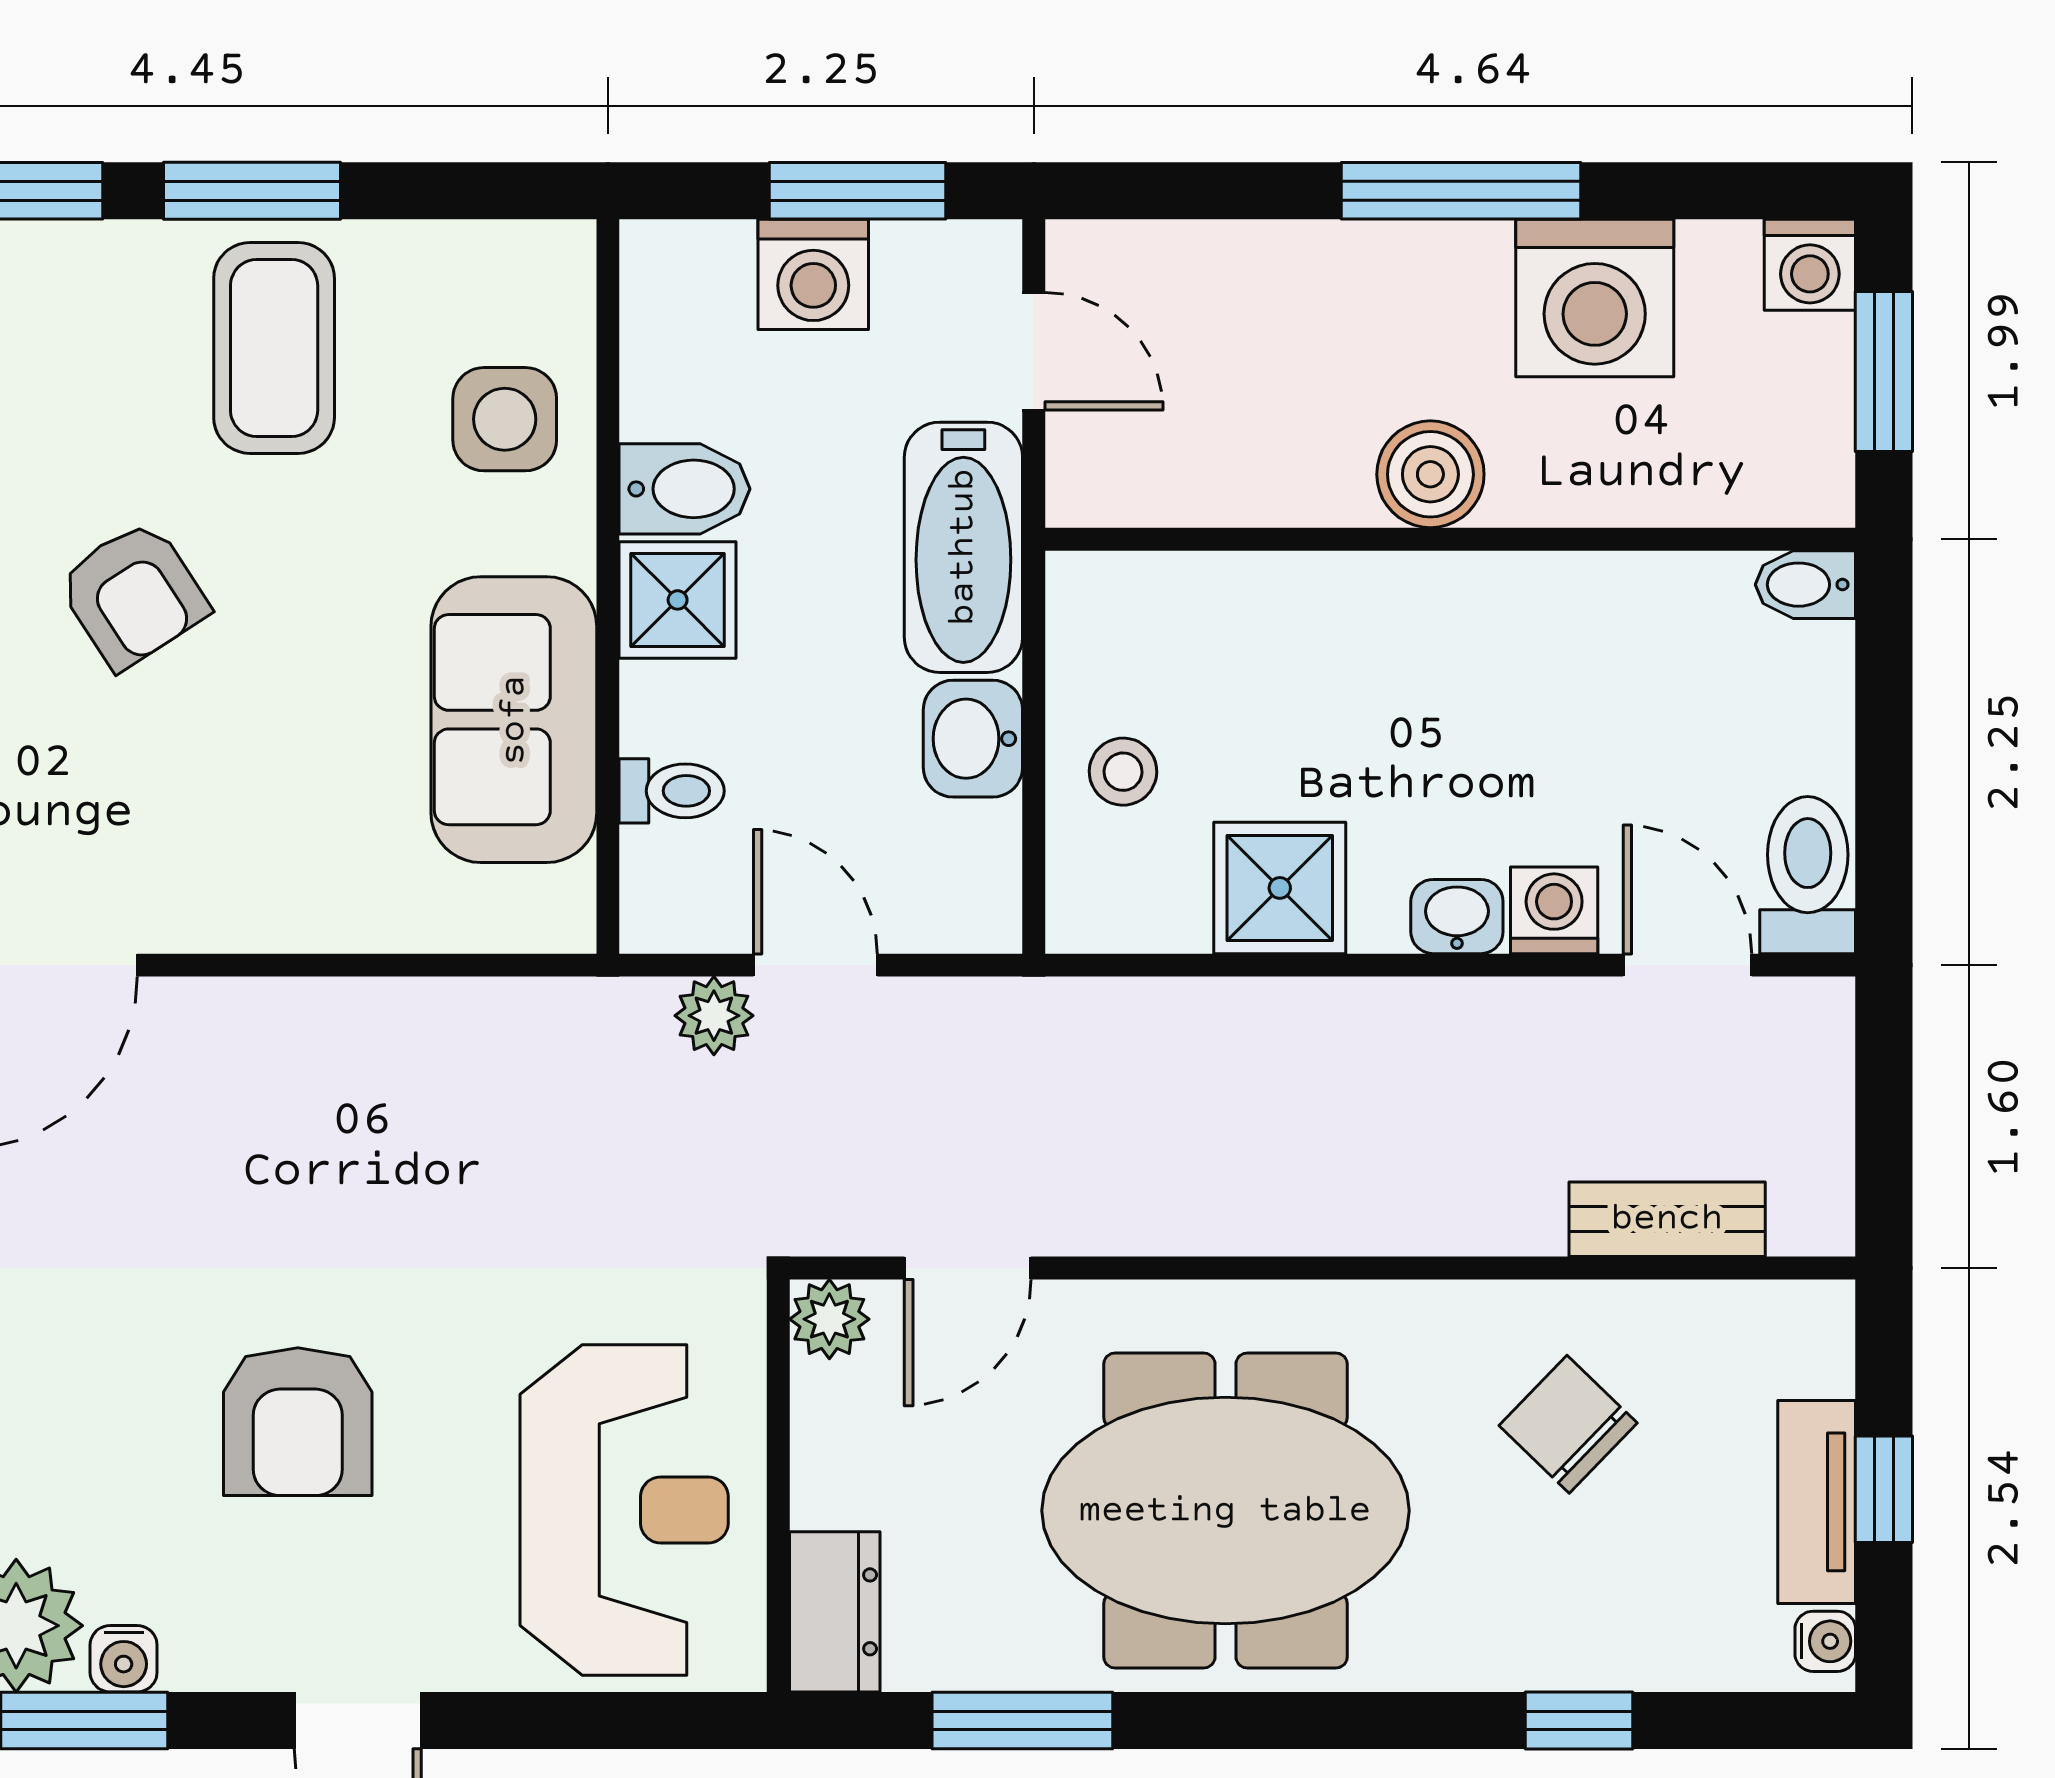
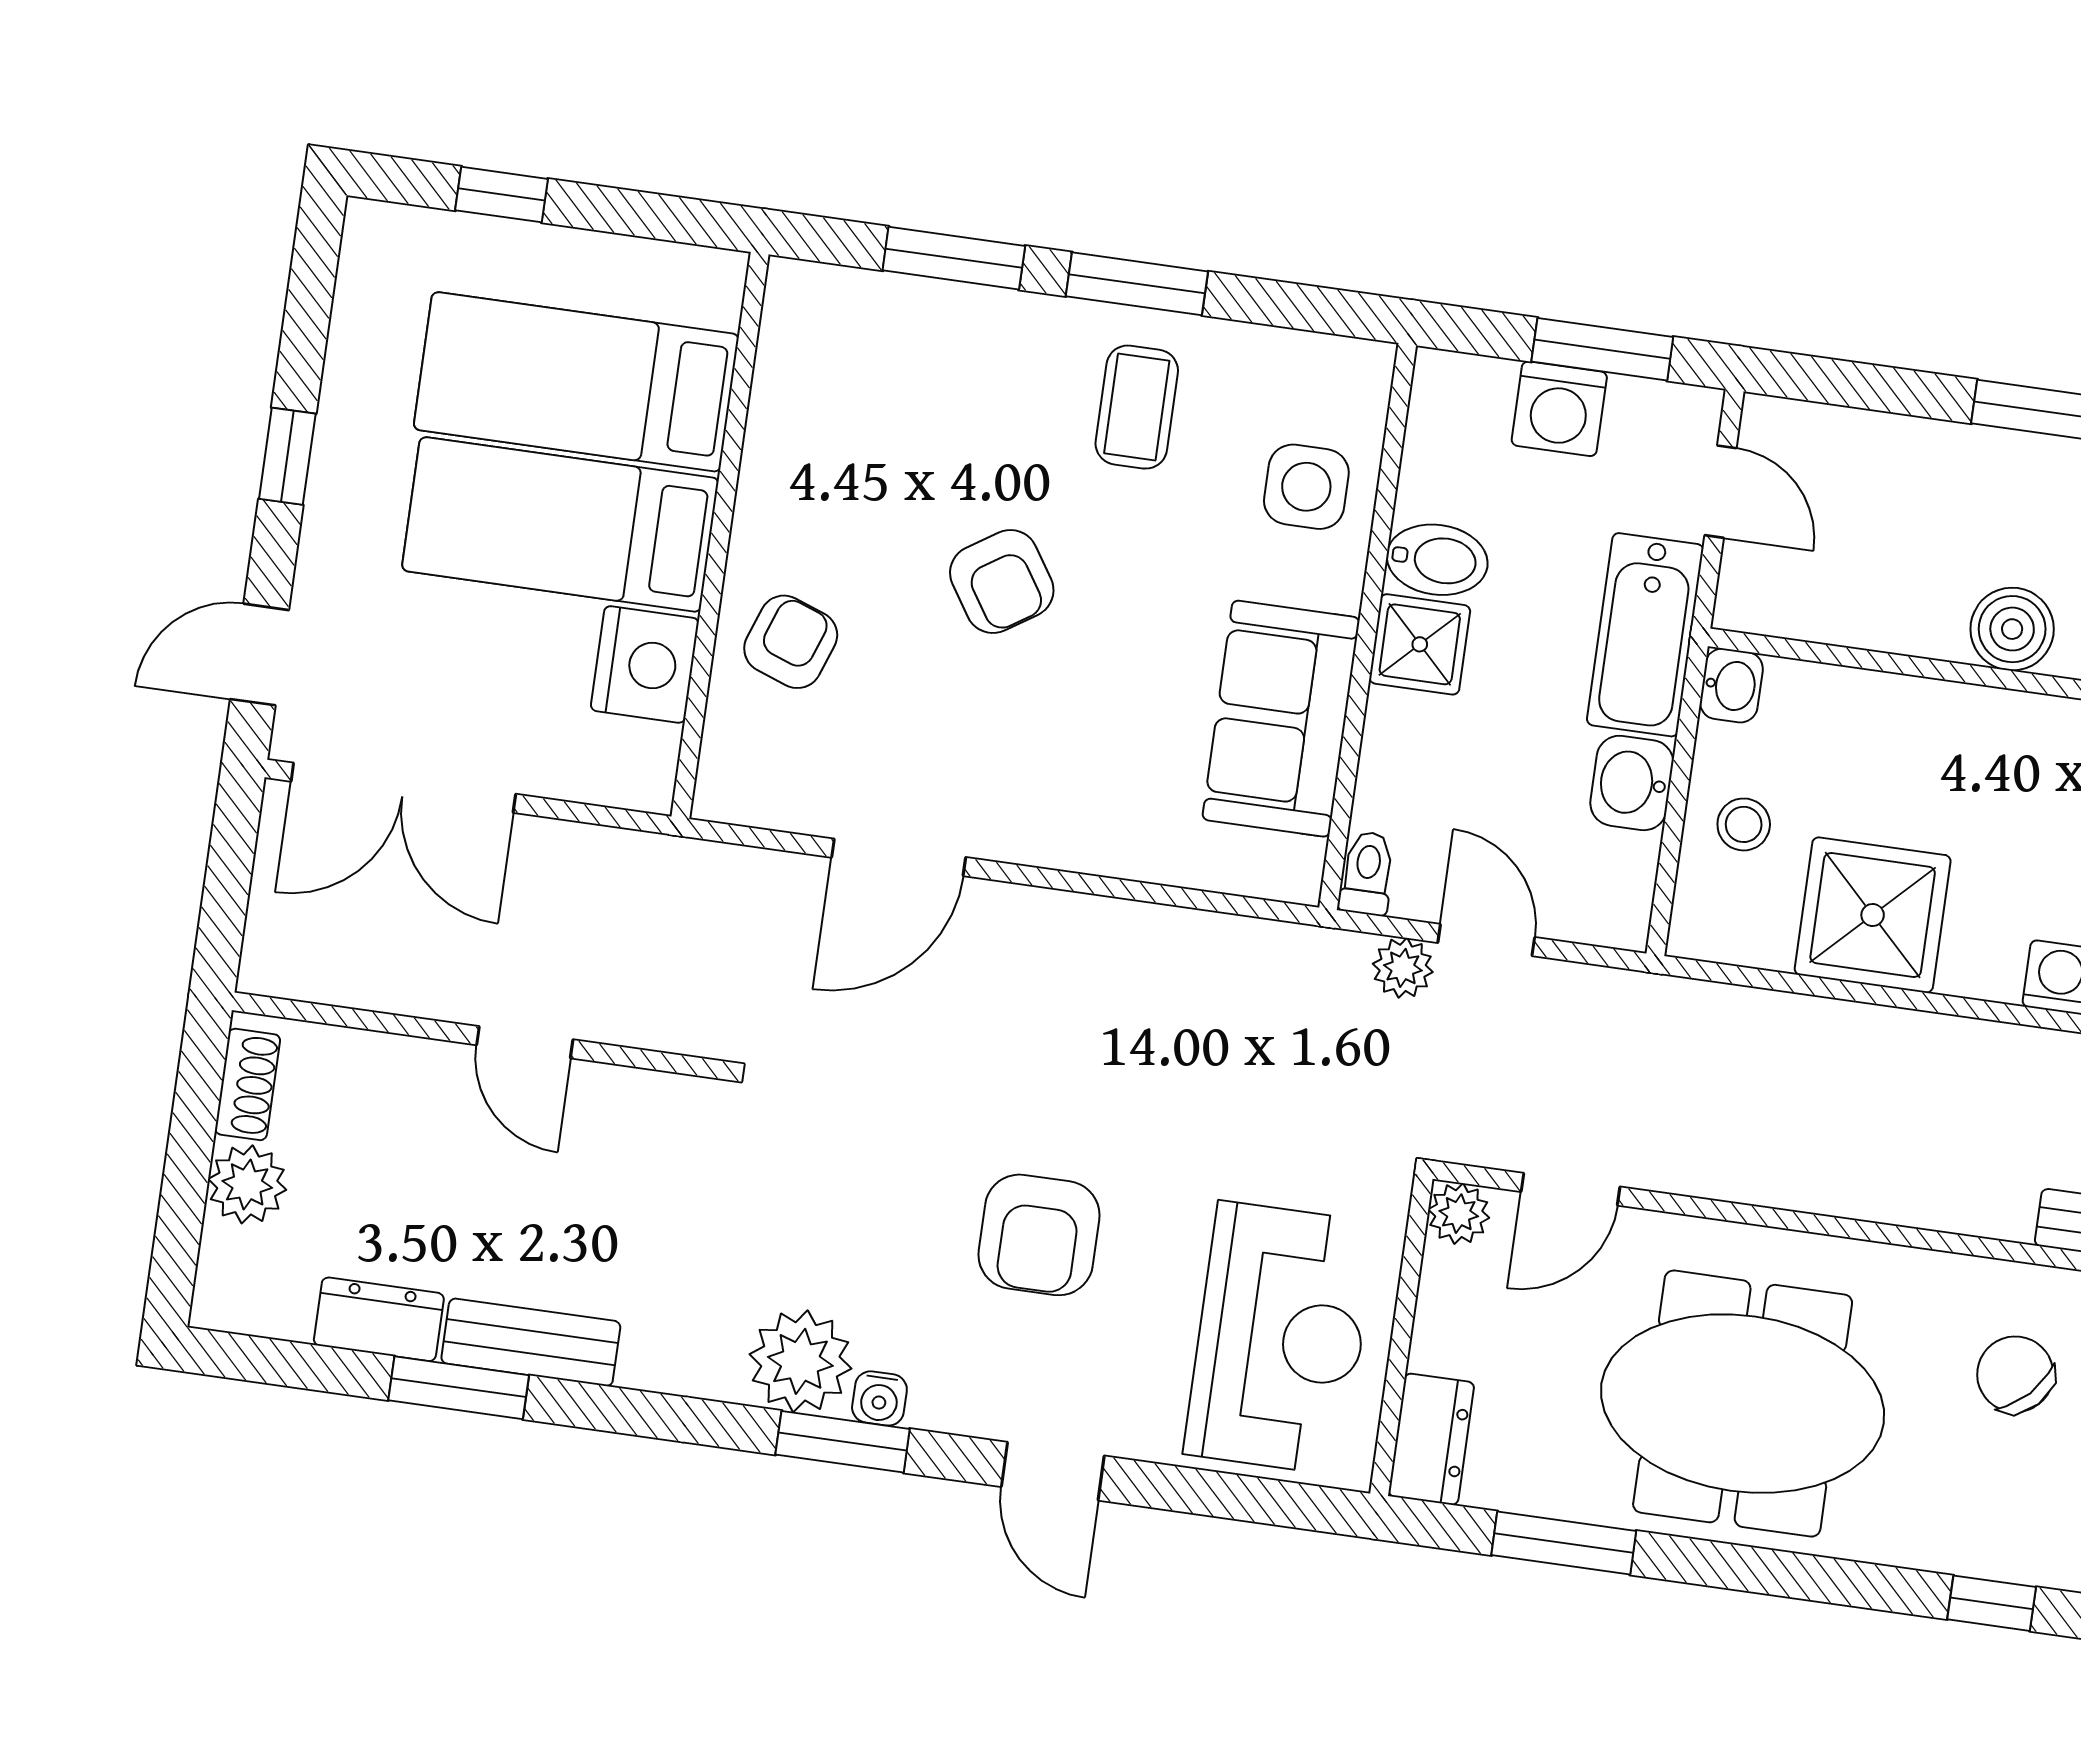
coffee table: (274, 348) -> (1137, 407), width x0.73, depth x0.77
toilet: (672, 791) -> (1367, 873), moved, turned -90
shower: (1280, 888) -> (1873, 915), width x1.36, depth x1.36
washbasin: (1457, 917) -> (1731, 685), moved, turned 90

